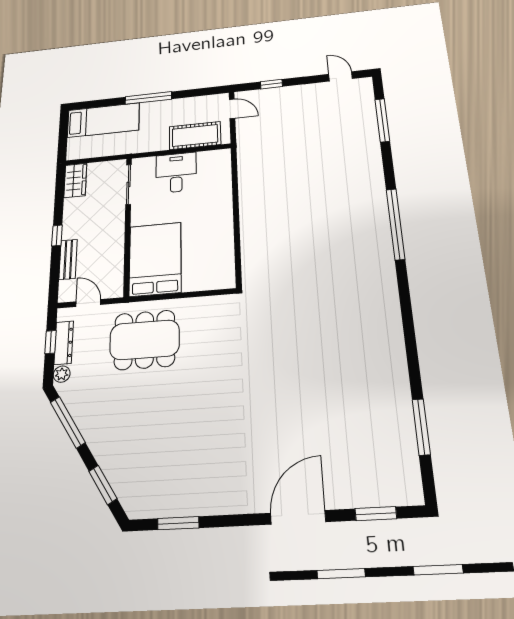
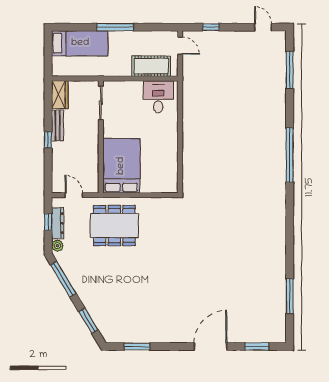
desk: (176, 173) -> (158, 97), moved
bench: (68, 259) -> (57, 126), moved

